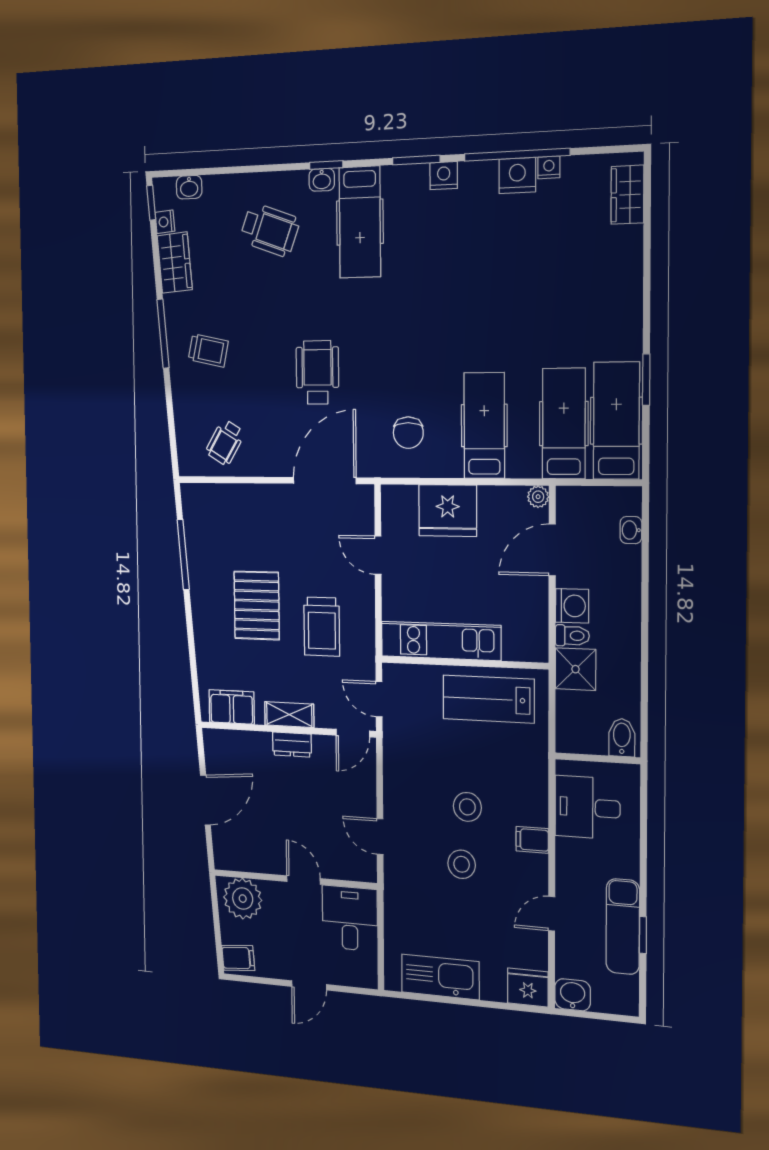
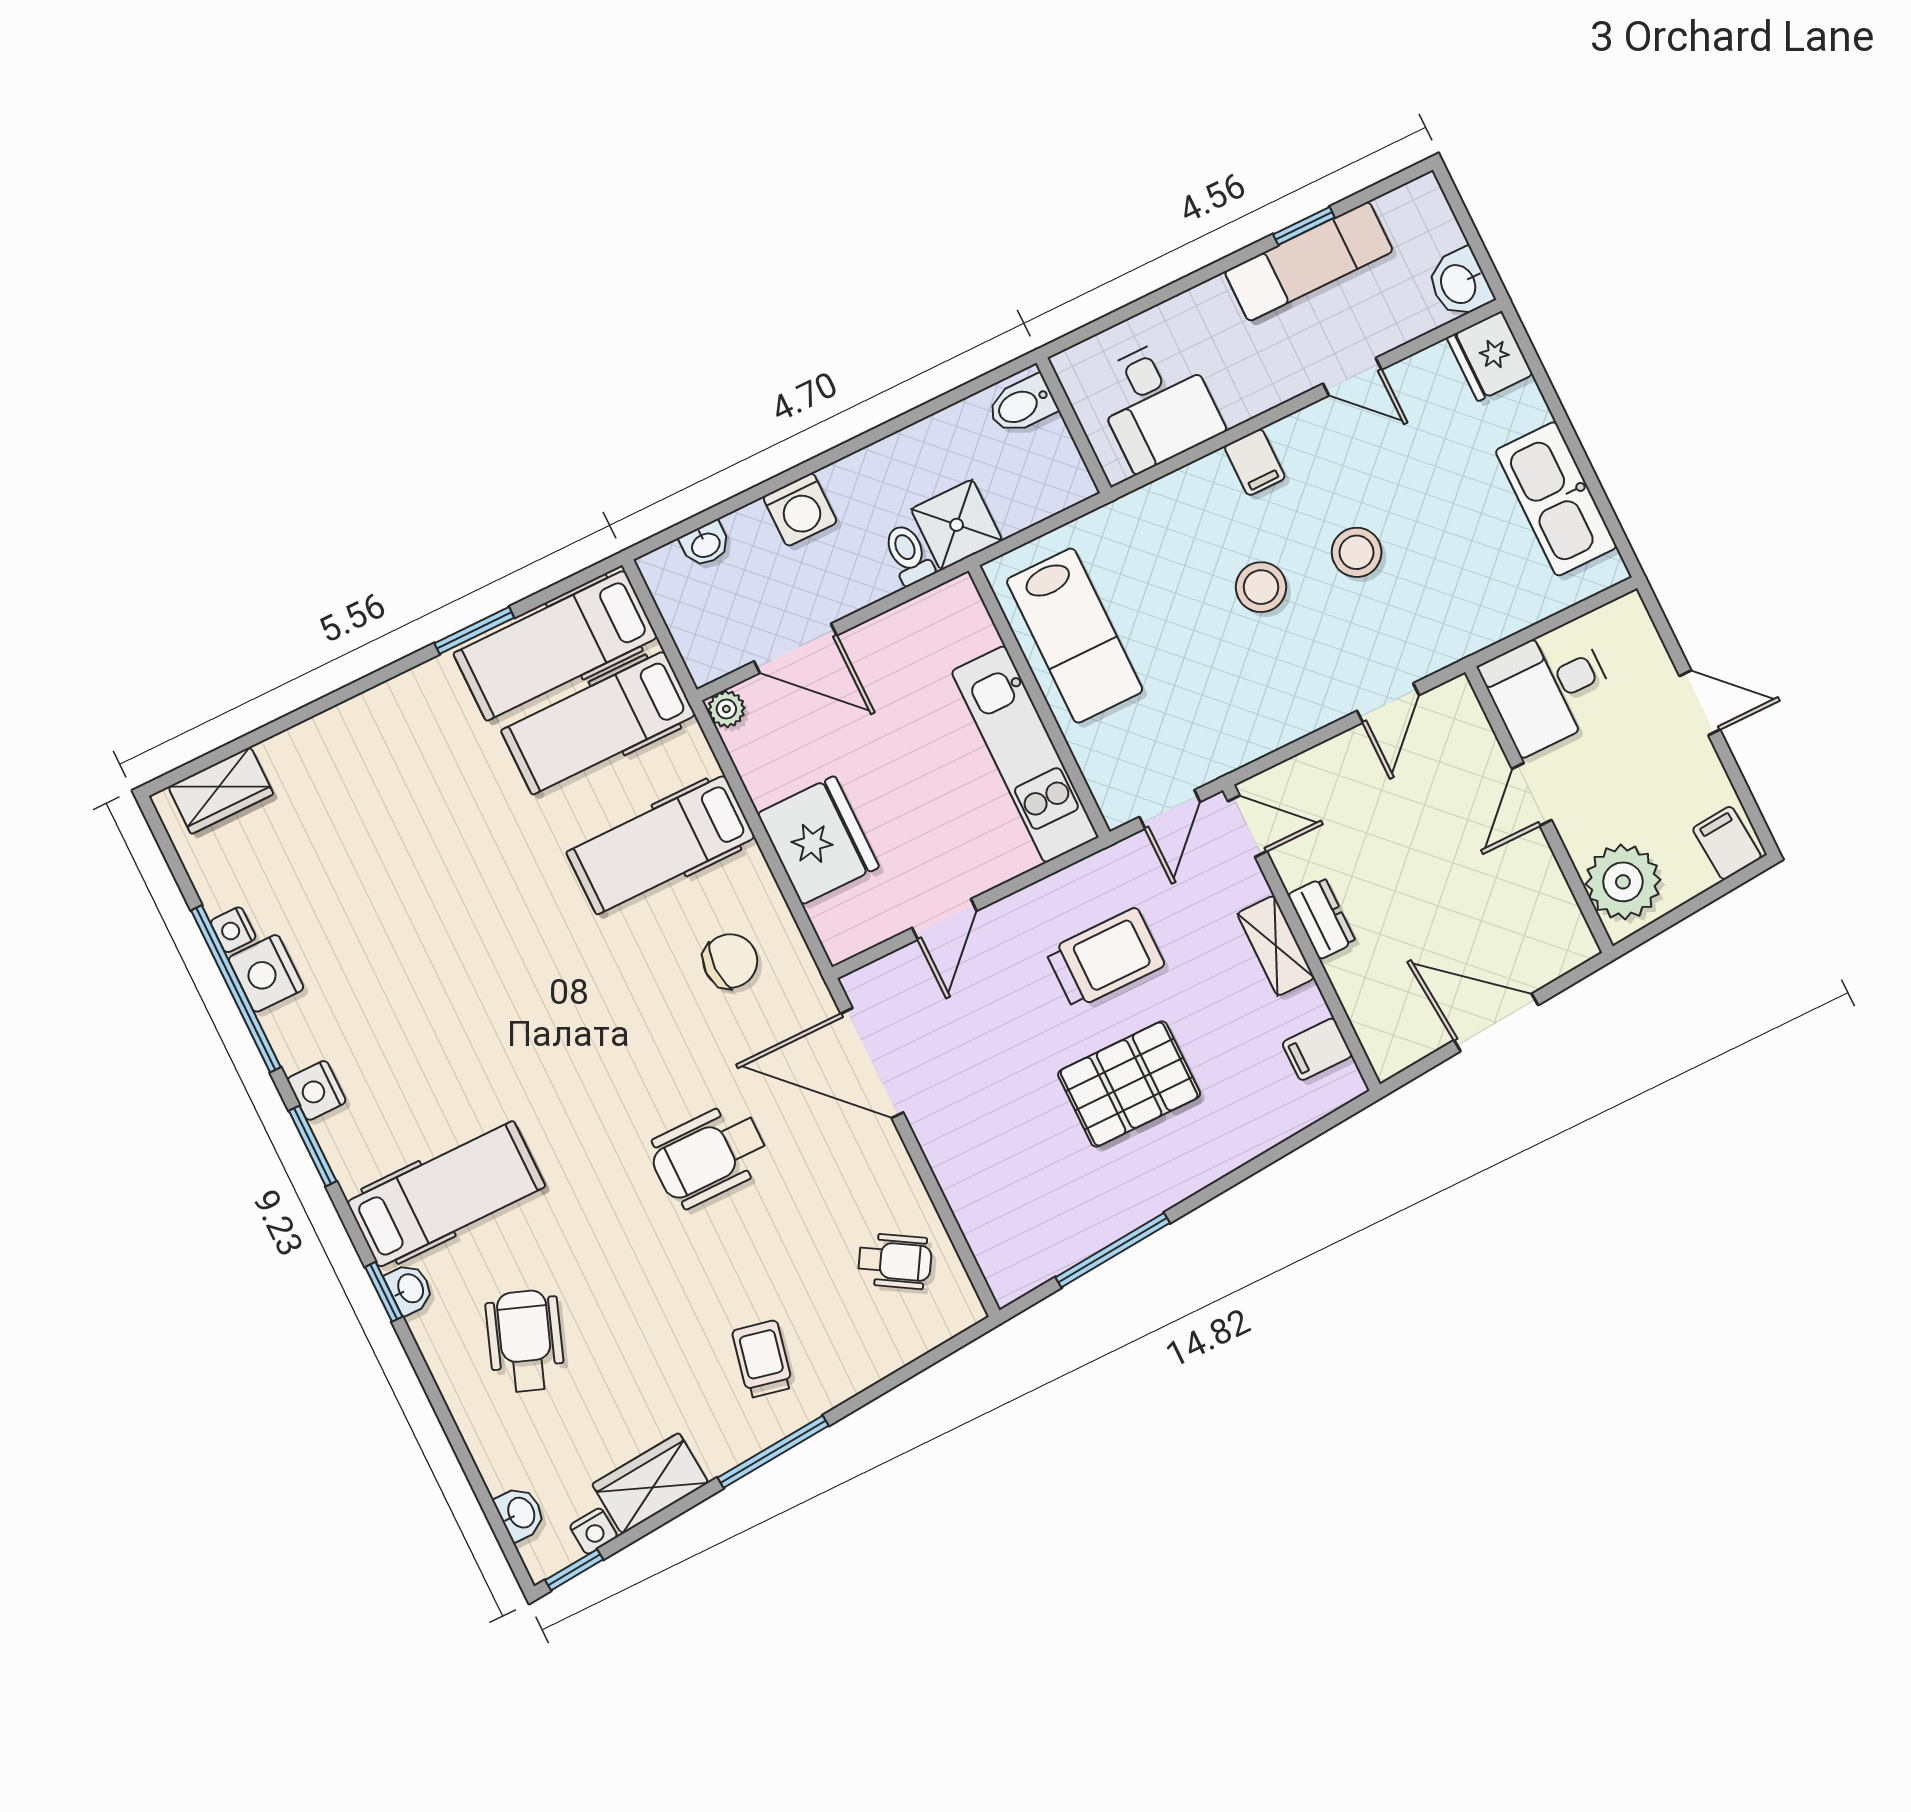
washing machine: (572, 606) -> (800, 510), moved, turned 180
filing cabinet: (232, 707) -> (1317, 1049), width x0.50

